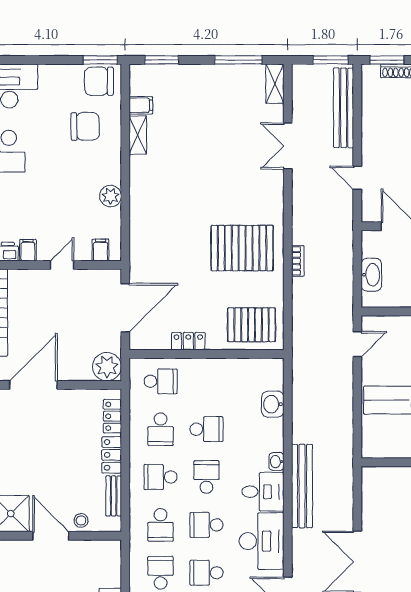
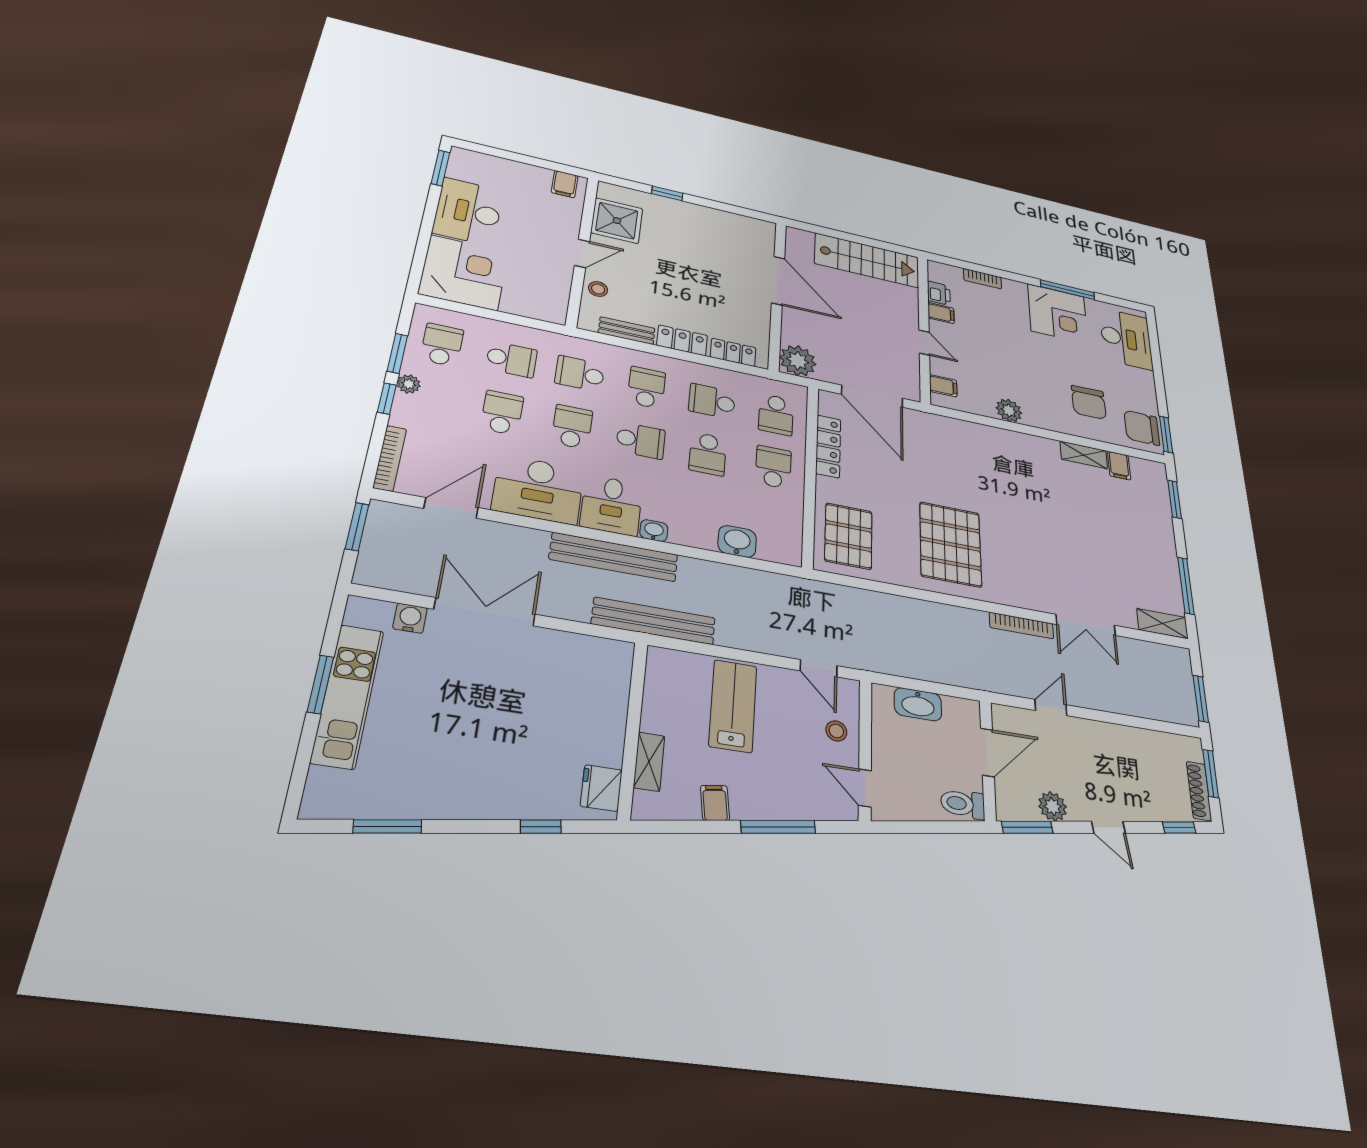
chair: (99, 81) -> (1142, 428), turned -90
bench: (344, 108) -> (654, 621), moved
double door: (288, 146) -> (1086, 625), swing flipped
bookcase: (298, 261) -> (1021, 626), moved, width x1.56
stool: (400, 331) -> (836, 731), added
locker: (188, 341) -> (828, 446), width x1.53
school desk: (206, 381) -> (773, 467), added
door: (51, 536) -> (582, 253), width x0.73

